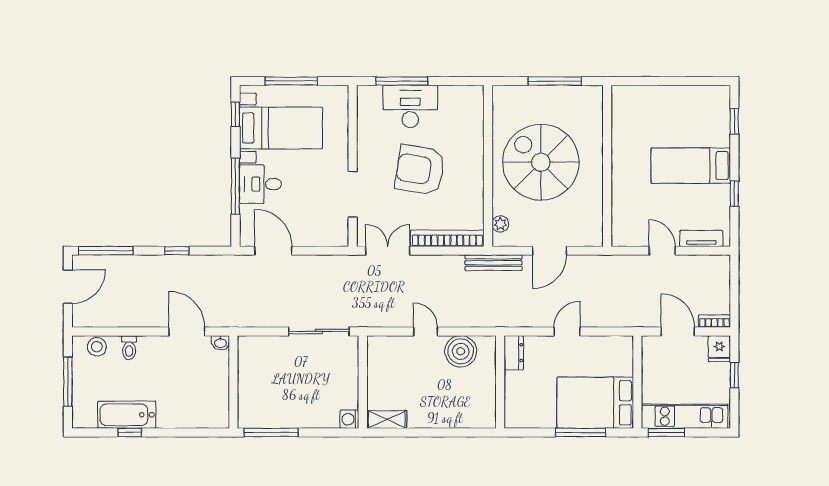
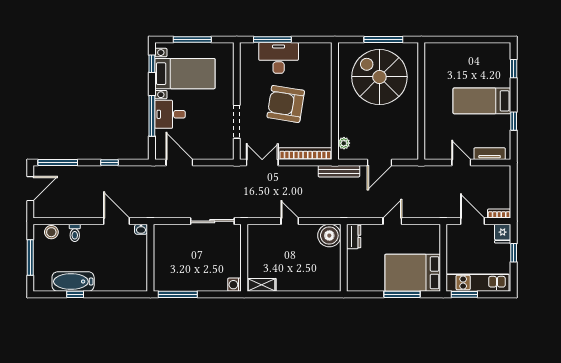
spiral stairs: (541, 162) -> (379, 77), moved
boiler: (461, 351) -> (329, 236), moved

